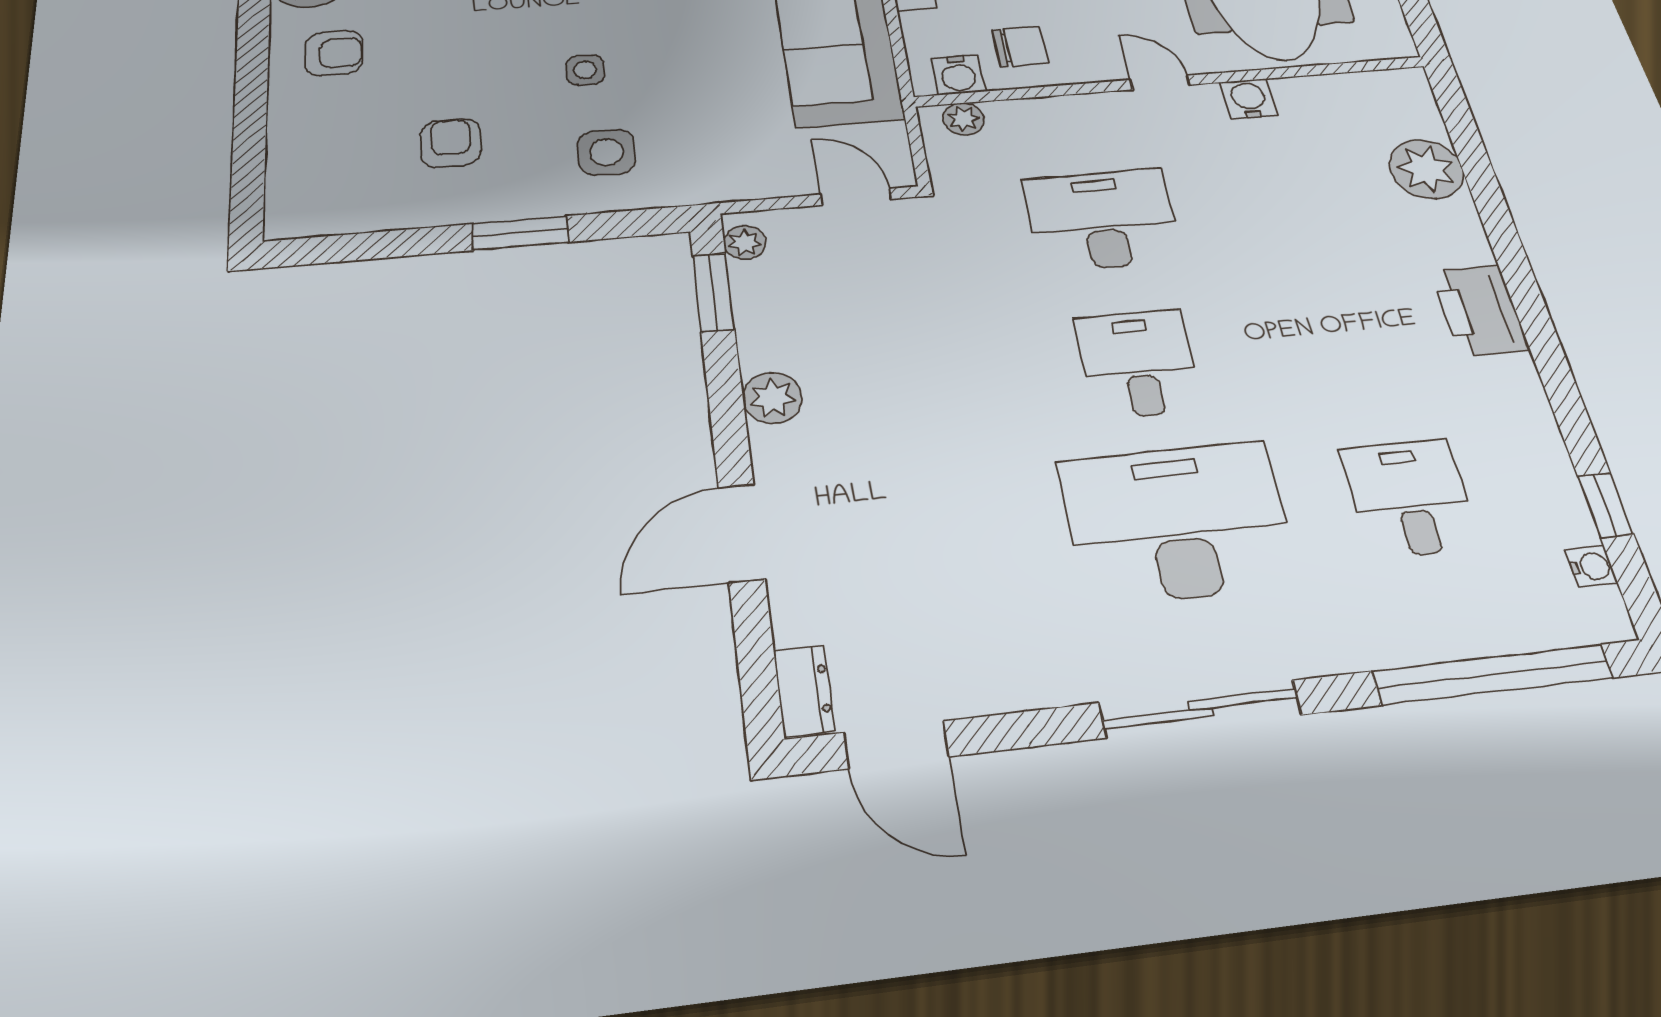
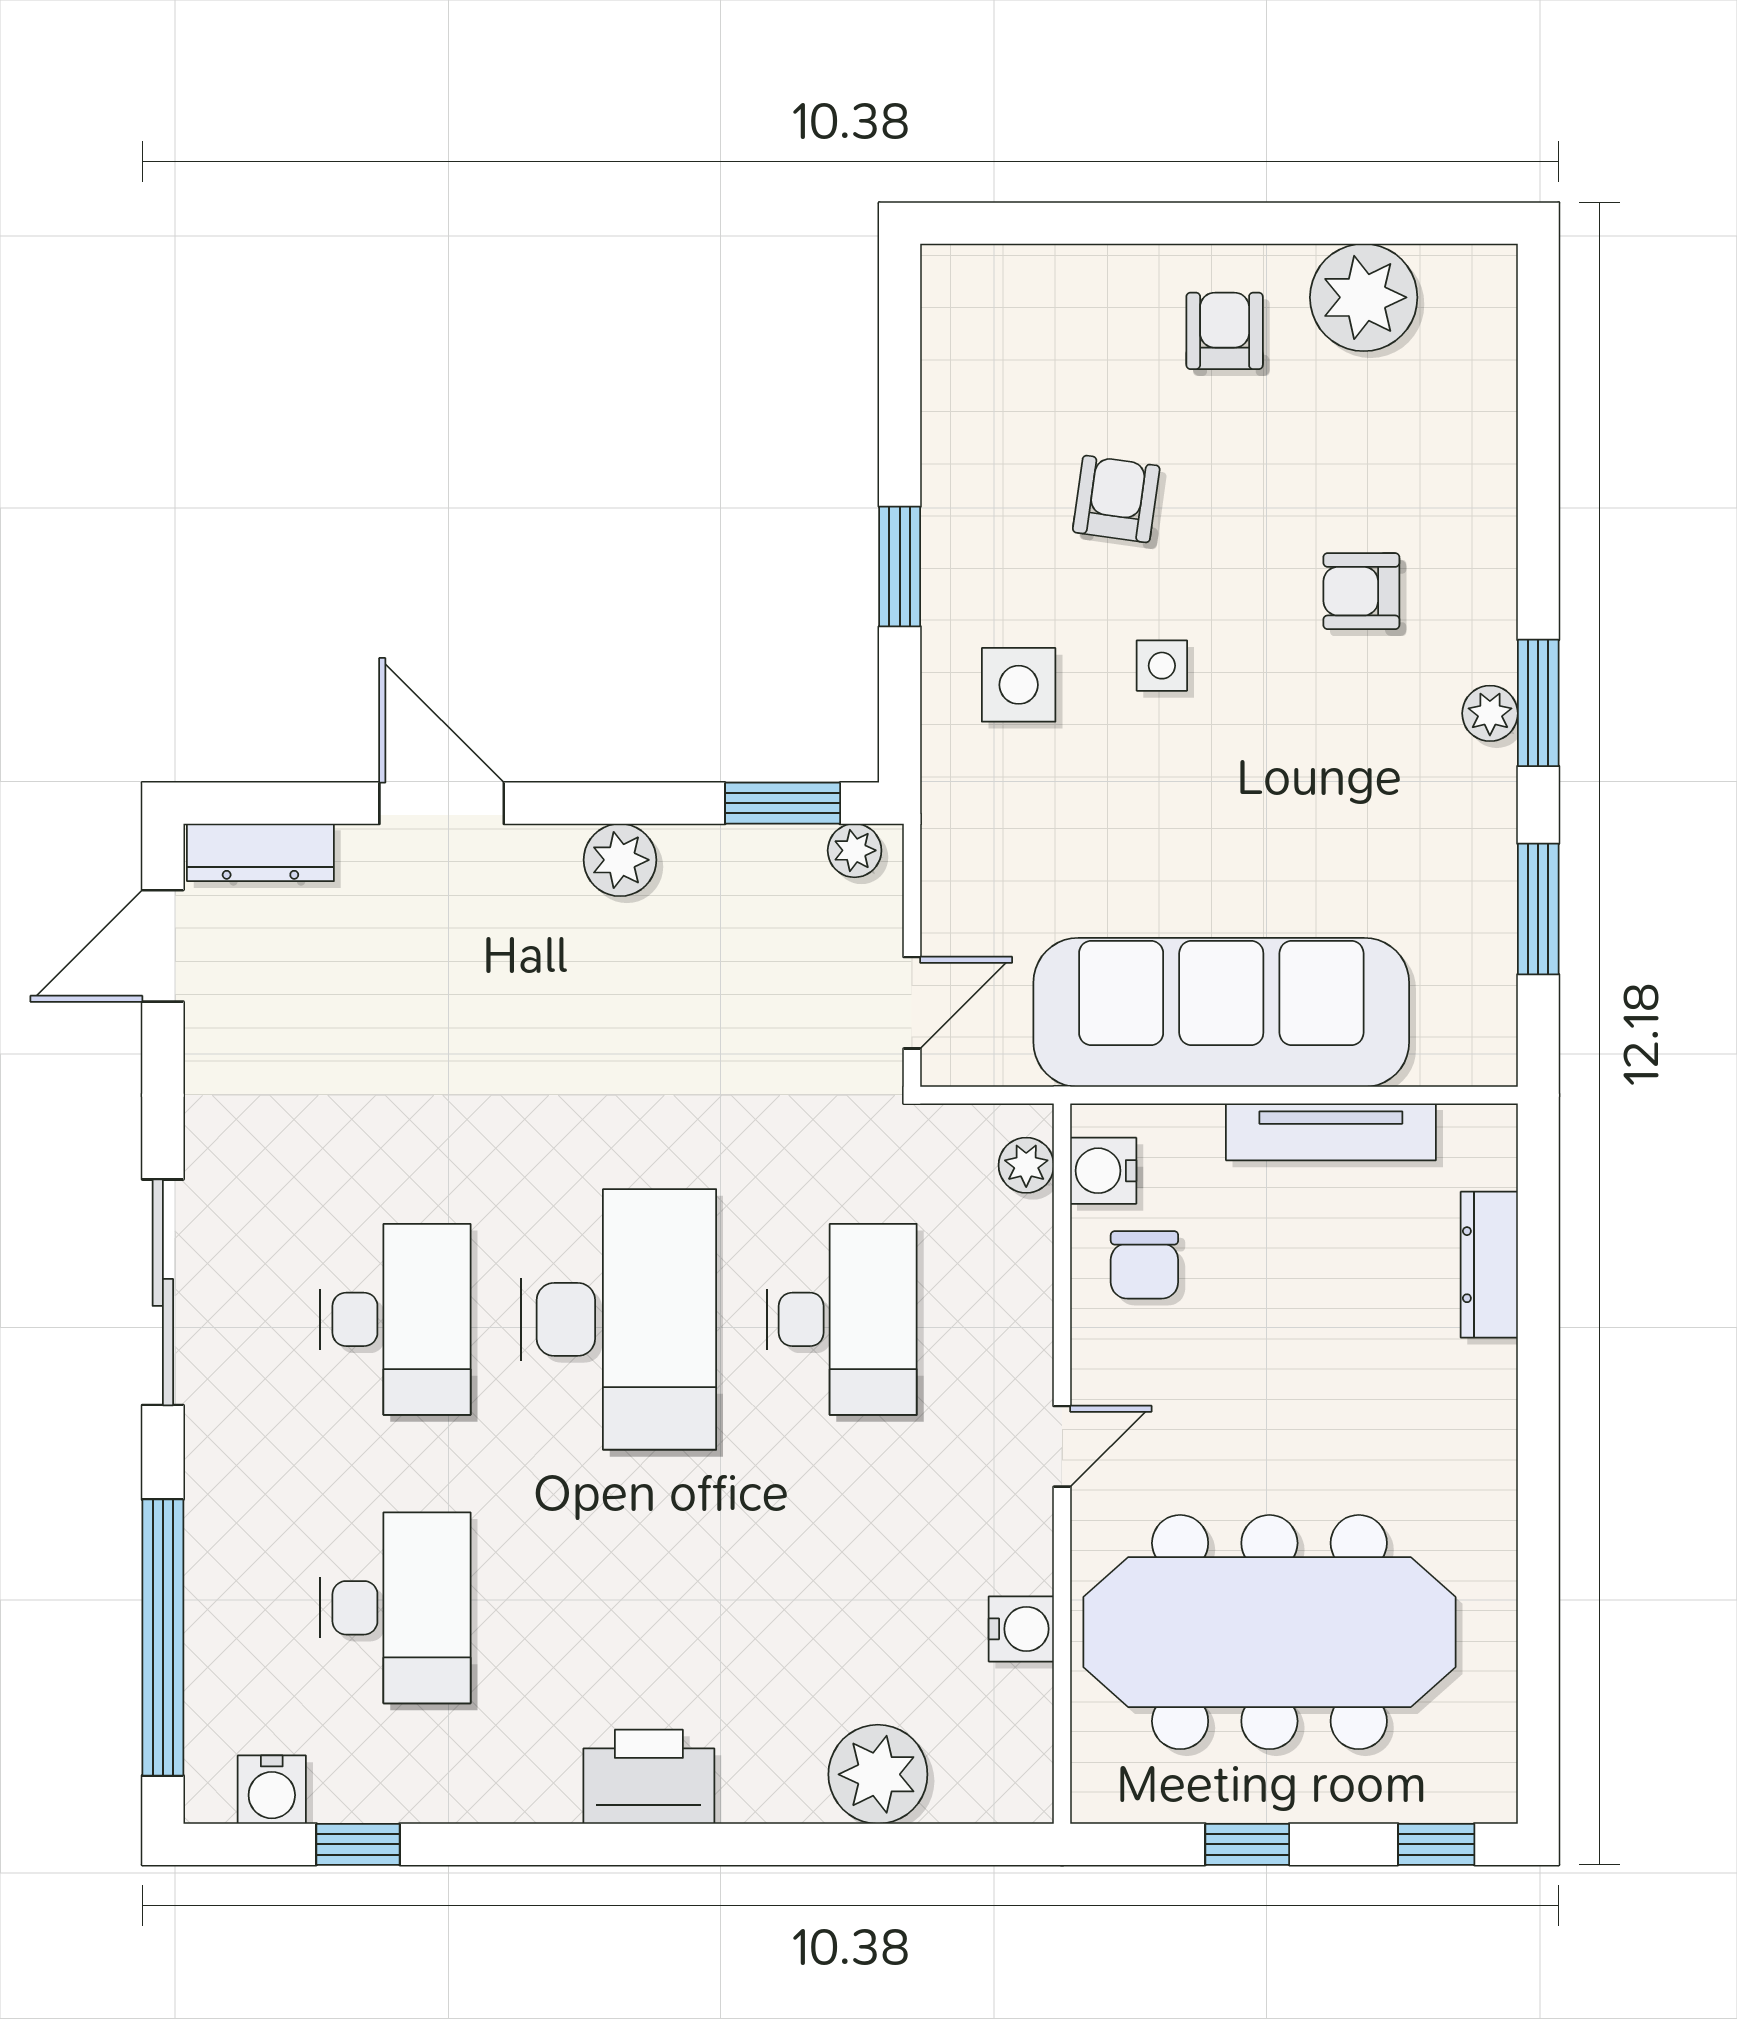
armchair: (334, 53) -> (1225, 331), turned 180
water cooler: (1249, 99) -> (1021, 1629), moved
armchair: (451, 143) -> (1116, 499), moved, turned -82
desk: (1138, 364) -> (619, 1319), width x1.87, depth x1.30
desk: (1410, 498) -> (395, 1608), width x1.37
desk: (1178, 523) -> (395, 1319), width x0.73, depth x0.77
water cooler: (1591, 566) -> (272, 1790), width x1.38, depth x1.38
dresser: (804, 691) -> (260, 852), width x1.44

